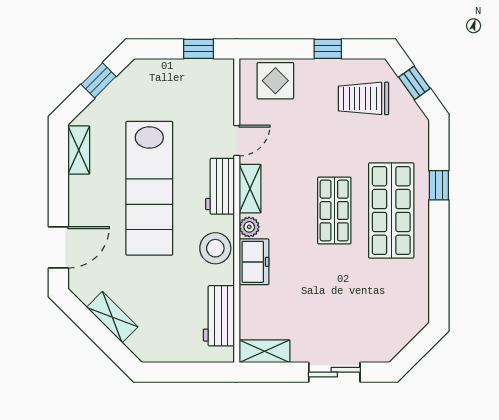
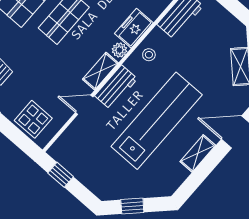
shelving: (79, 150) -> (198, 153), moved
stool: (215, 248) -> (149, 55), width x0.53, depth x0.53

